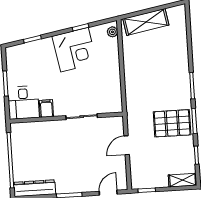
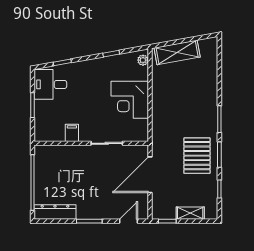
corner desk: (74, 50) -> (130, 100), moved, turned 100
desk: (23, 102) -> (50, 84), moved, turned 90
pallet: (172, 123) -> (197, 156), turned 90
door: (127, 145) -> (150, 175), width x1.88
shelving: (183, 180) -> (190, 213), moved

